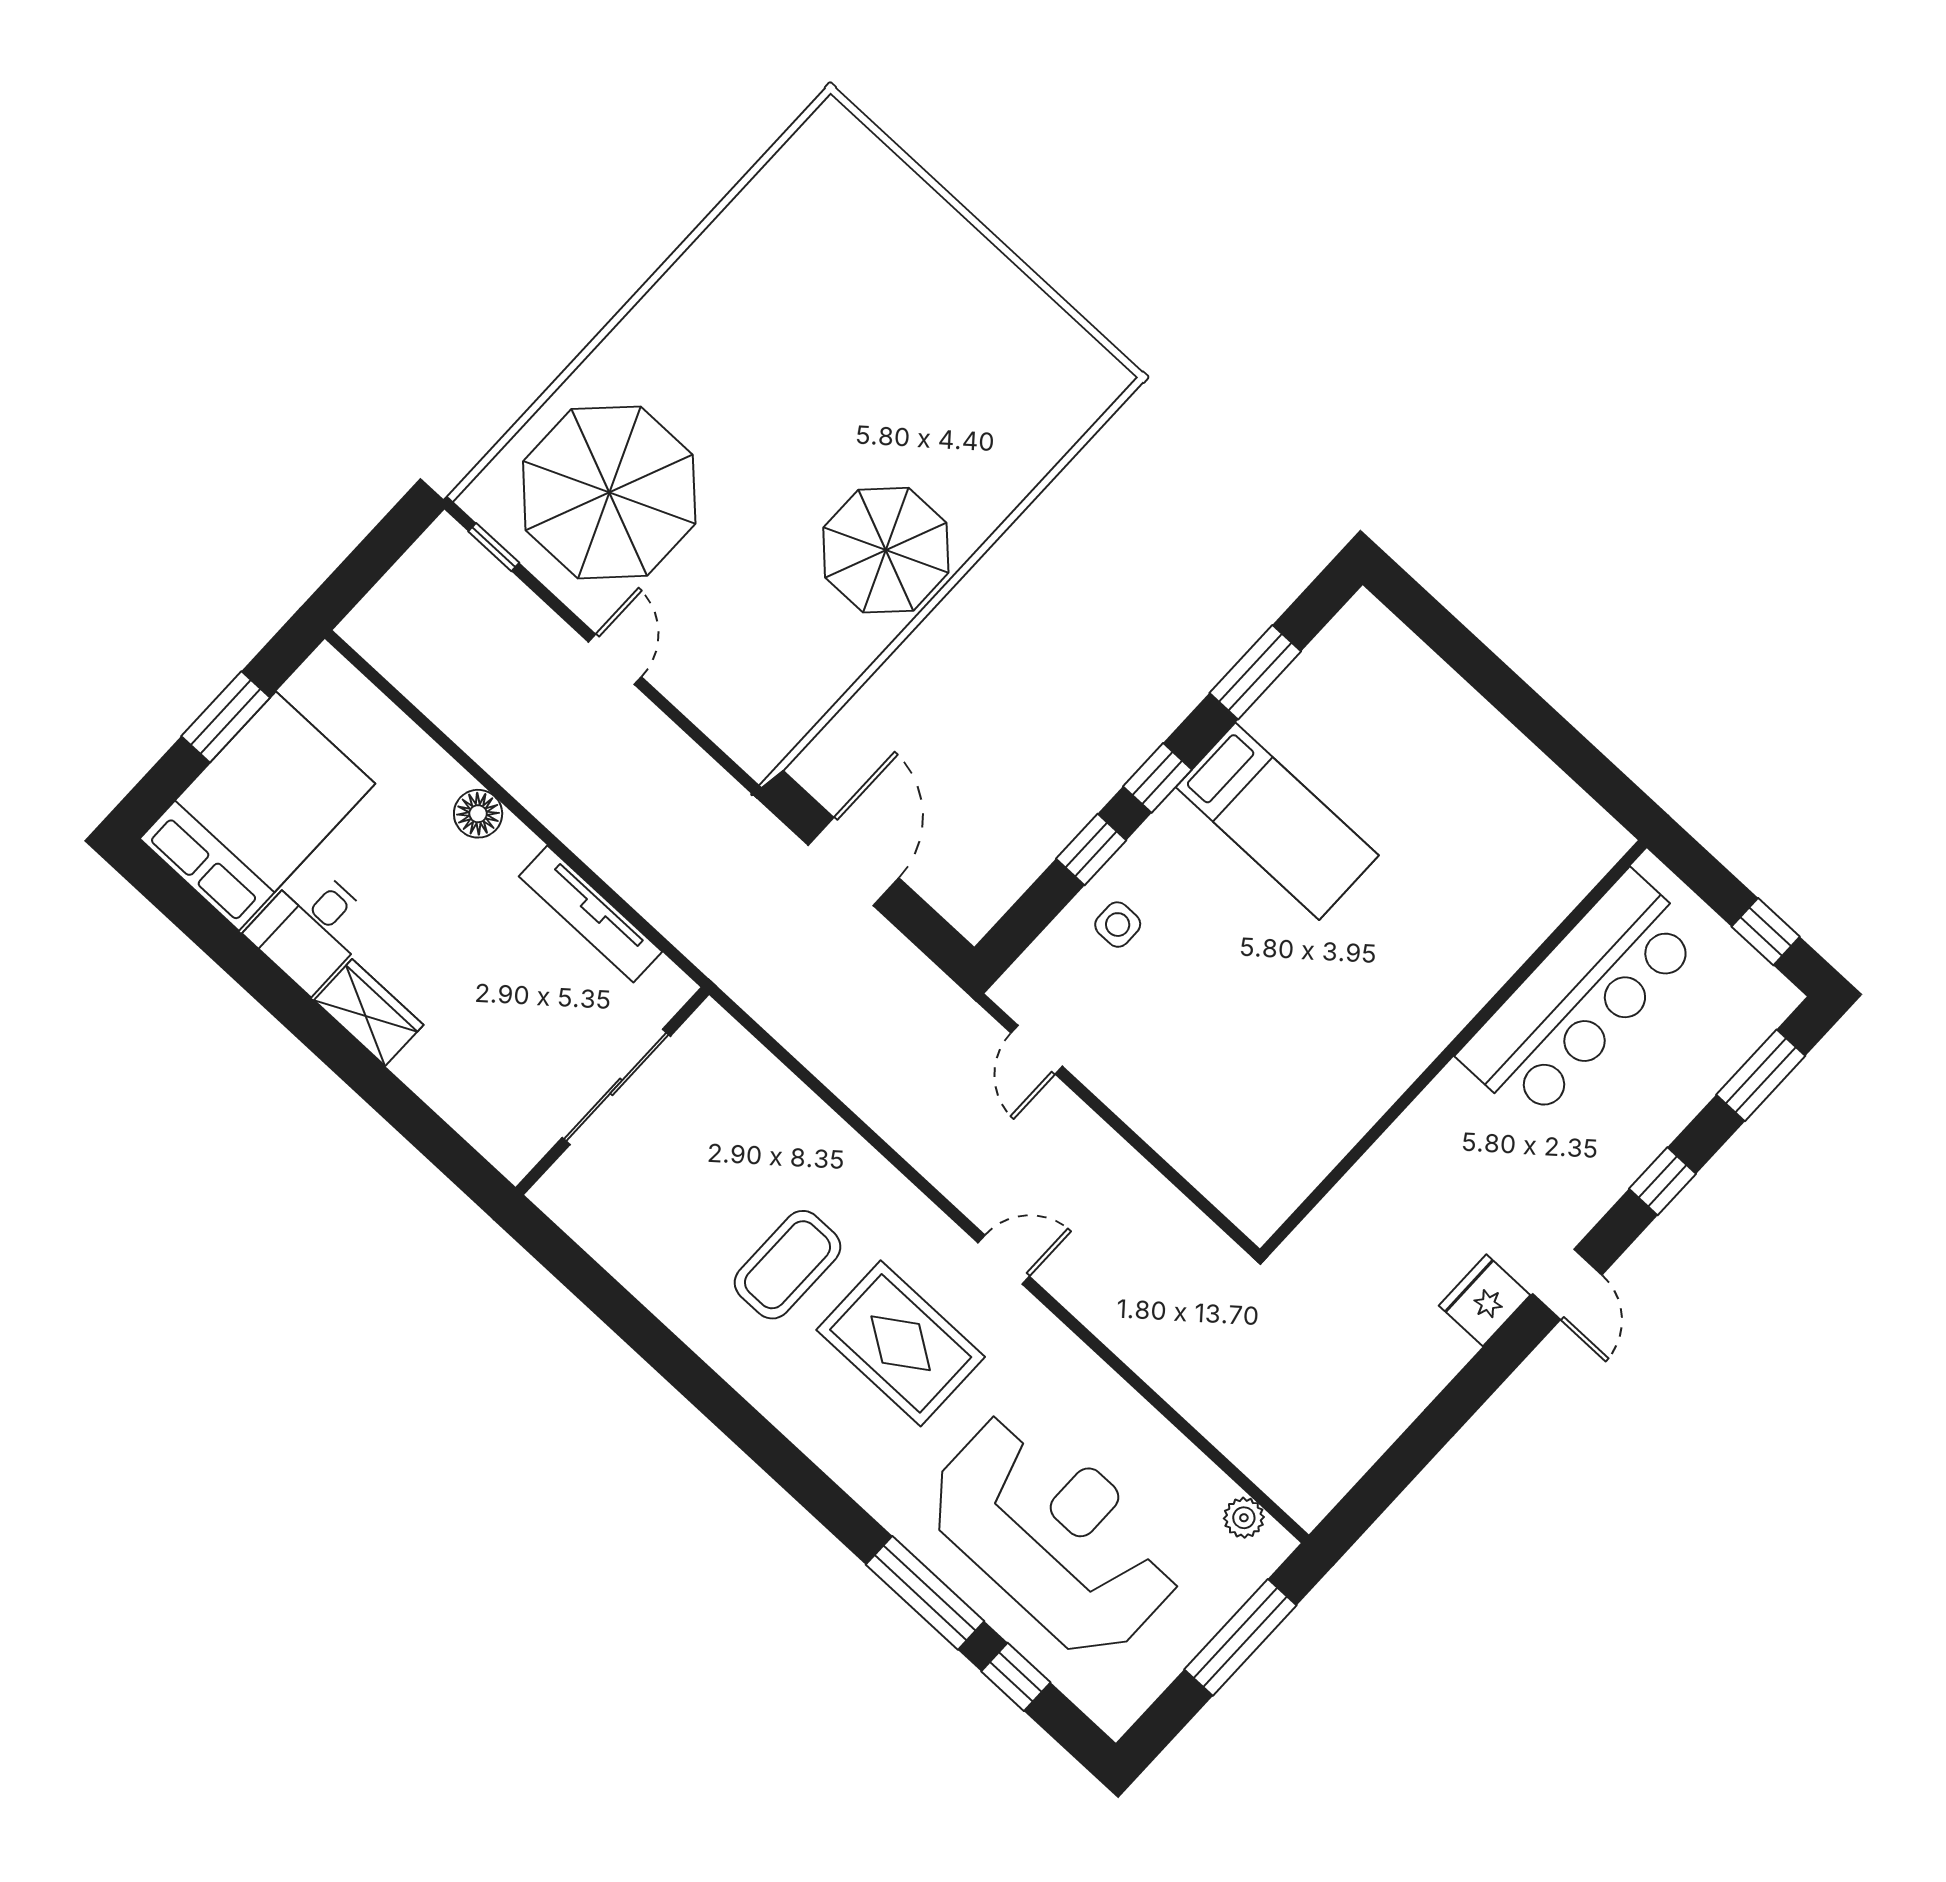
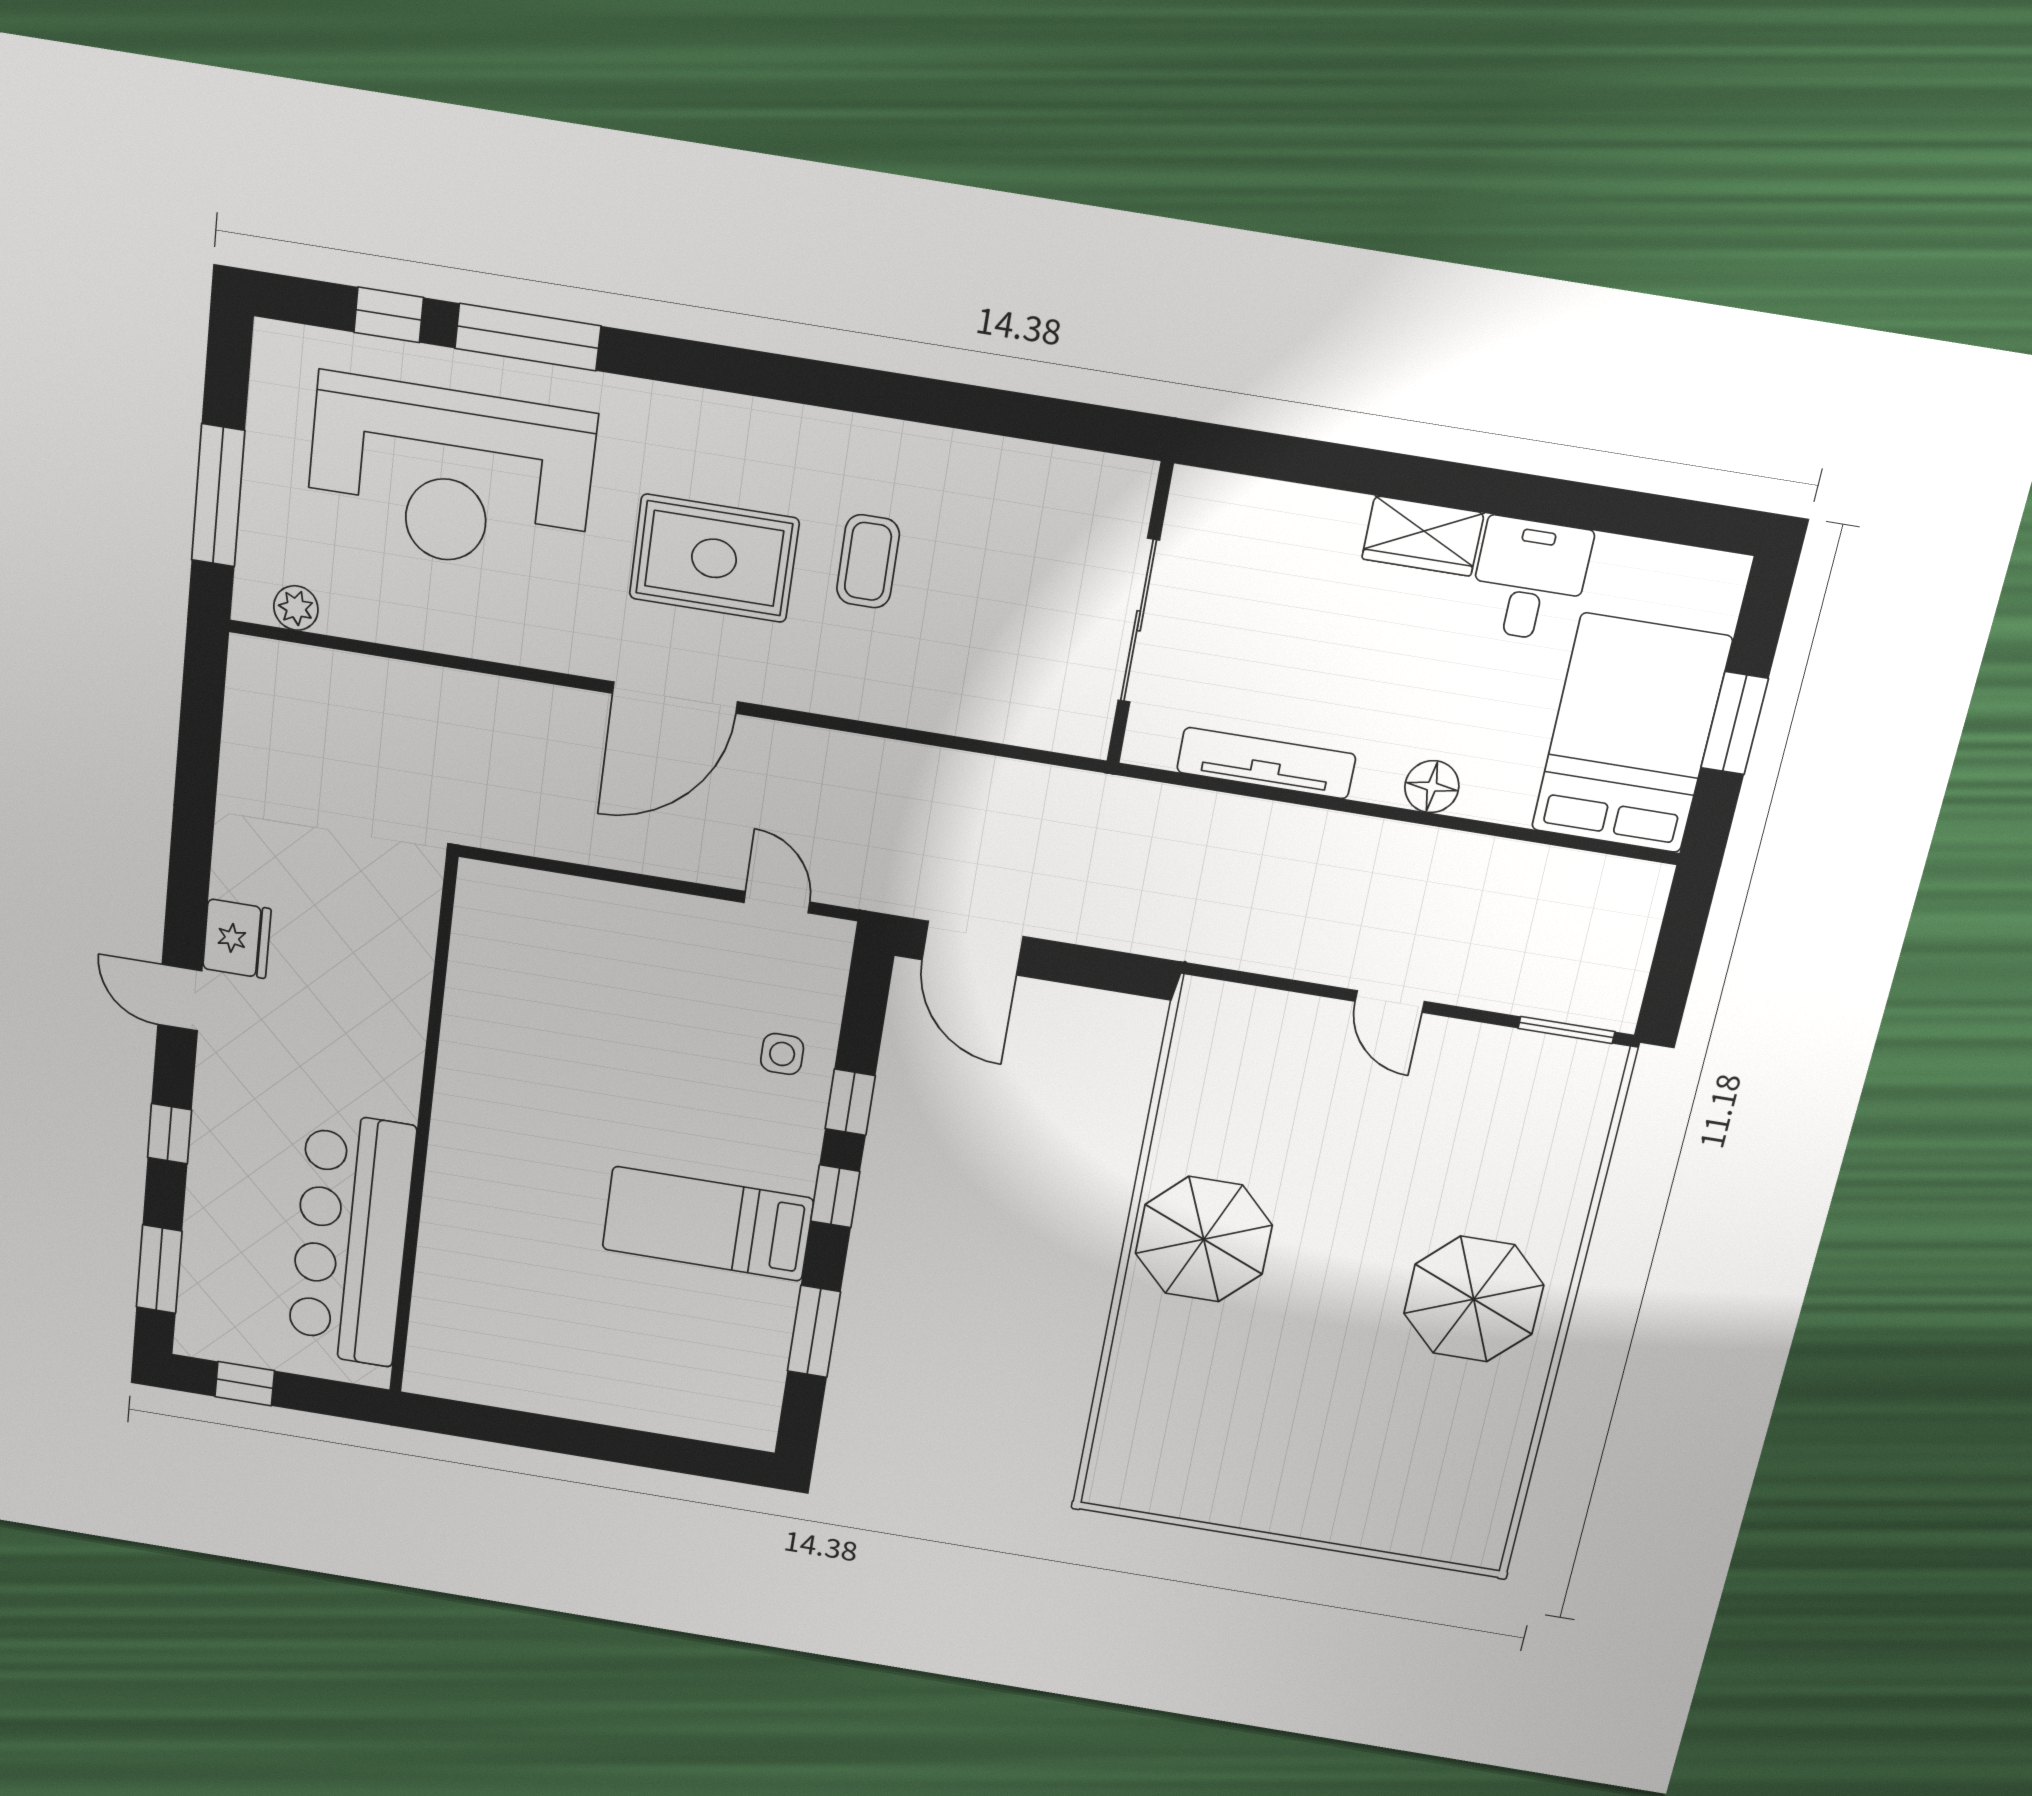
parasol: (609, 492) -> (1474, 1299), moved, width x0.73, depth x0.73
window: (494, 547) -> (1566, 1030), width x1.50
bed: (257, 811) -> (1631, 734), moved, turned 180
door: (853, 861) -> (973, 948), moved
door: (1004, 1260) -> (675, 698), width x1.87
coffee table: (787, 1265) -> (868, 561), width x0.73, depth x0.77

